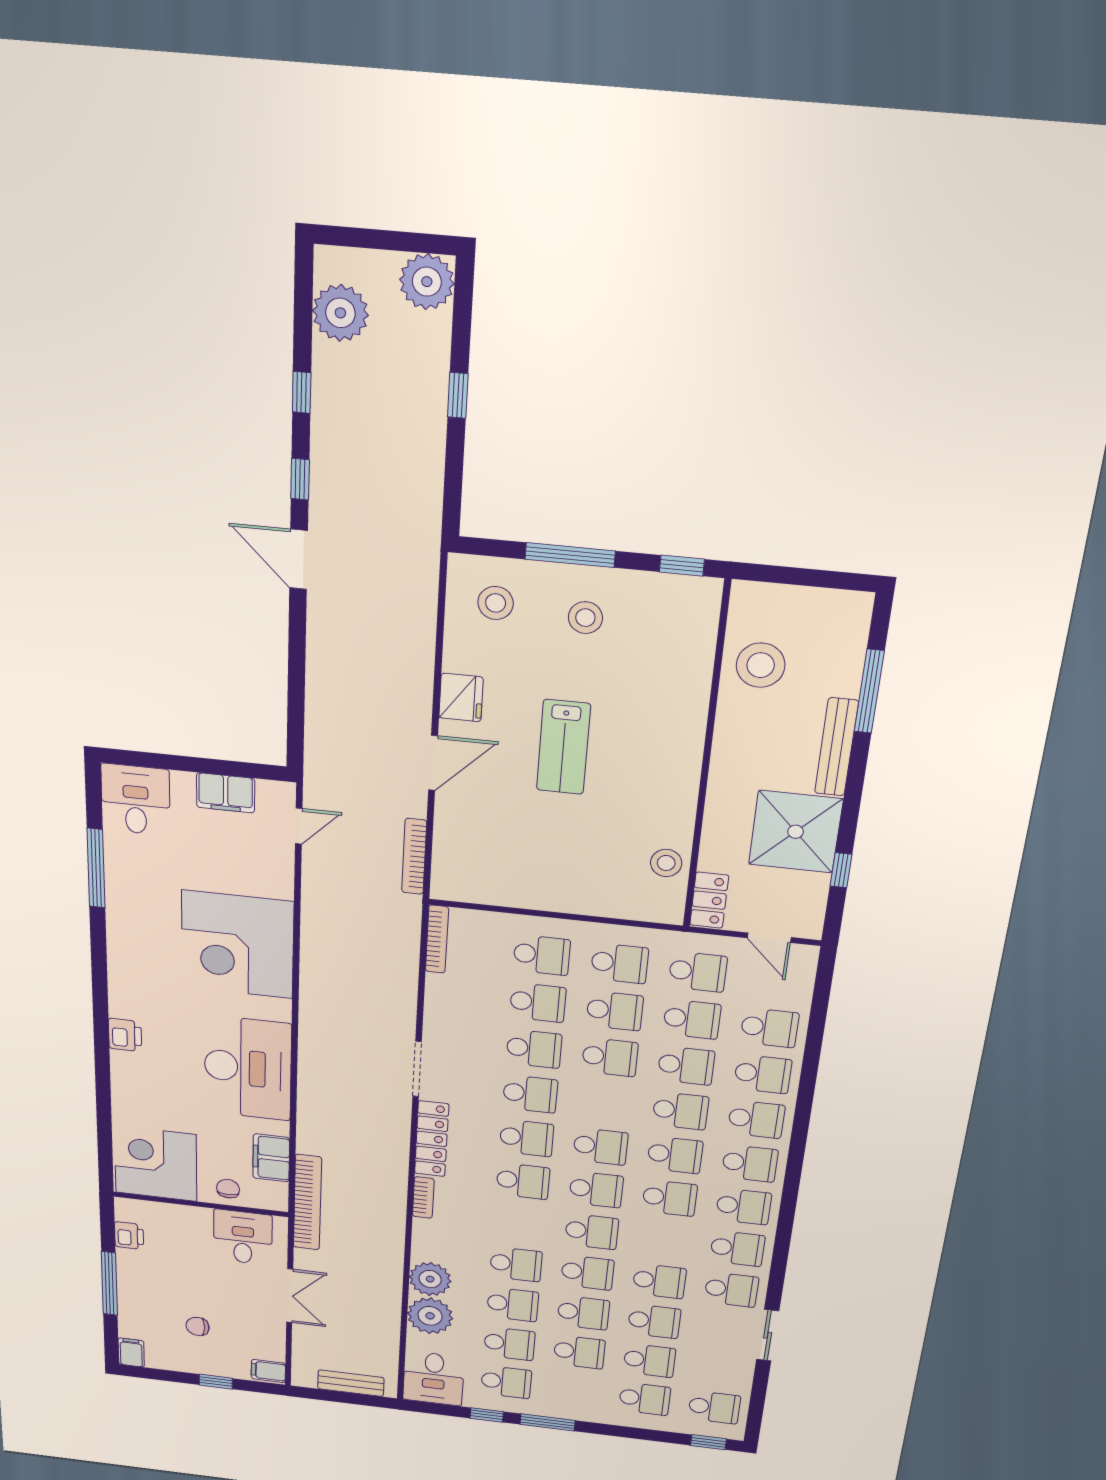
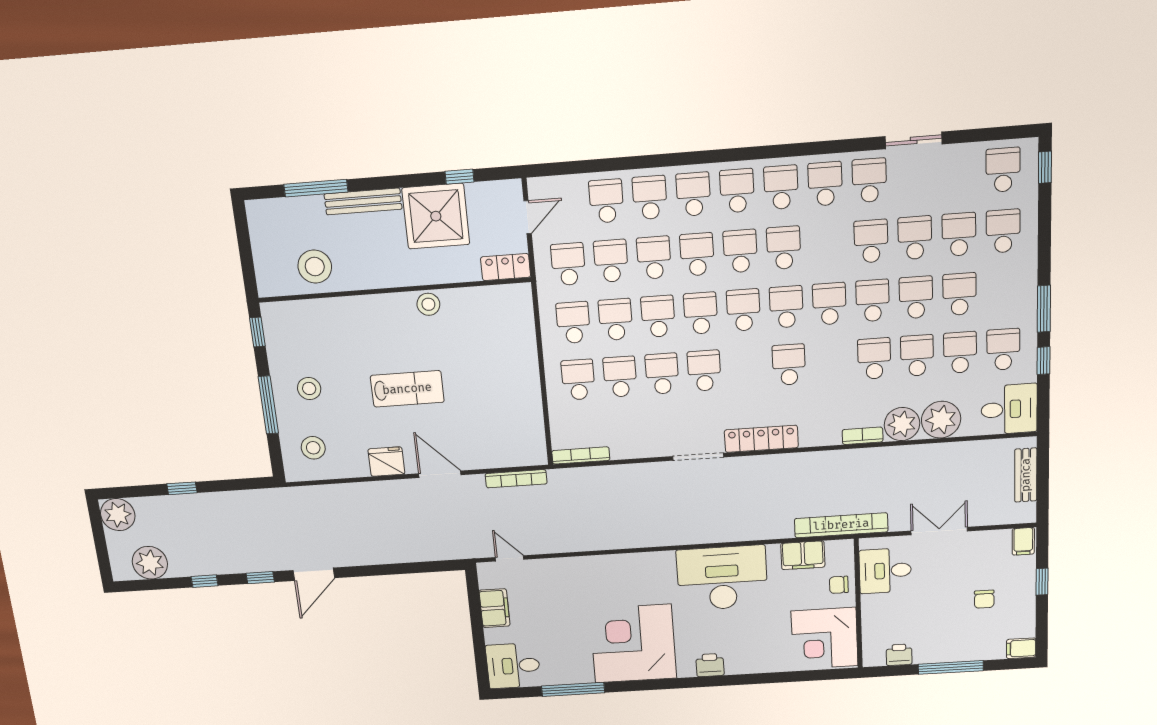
stool: (666, 863) -> (428, 304), moved
corner desk: (237, 945) -> (633, 644), moved, turned 180
school desk: (526, 1138) -> (701, 313), moved
bookcase: (423, 1198) -> (863, 436), moved

